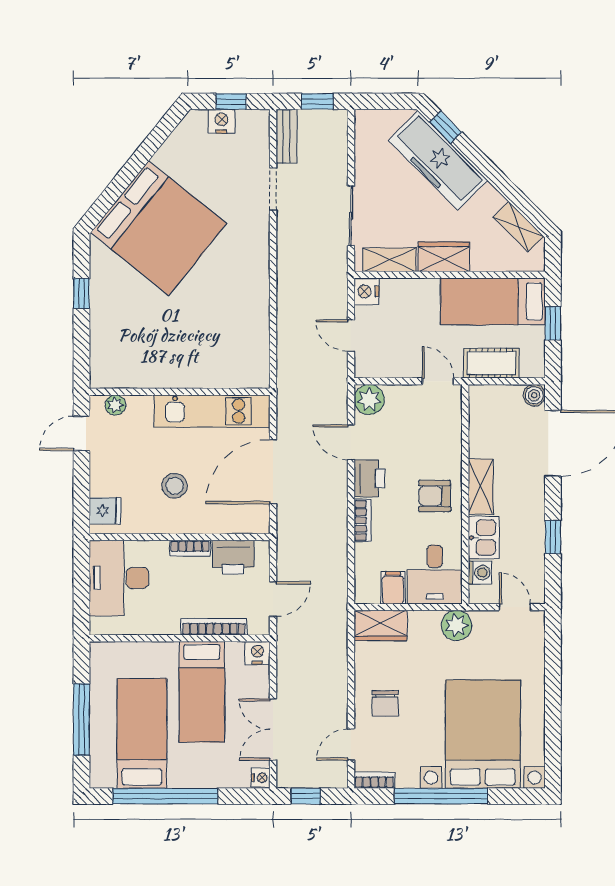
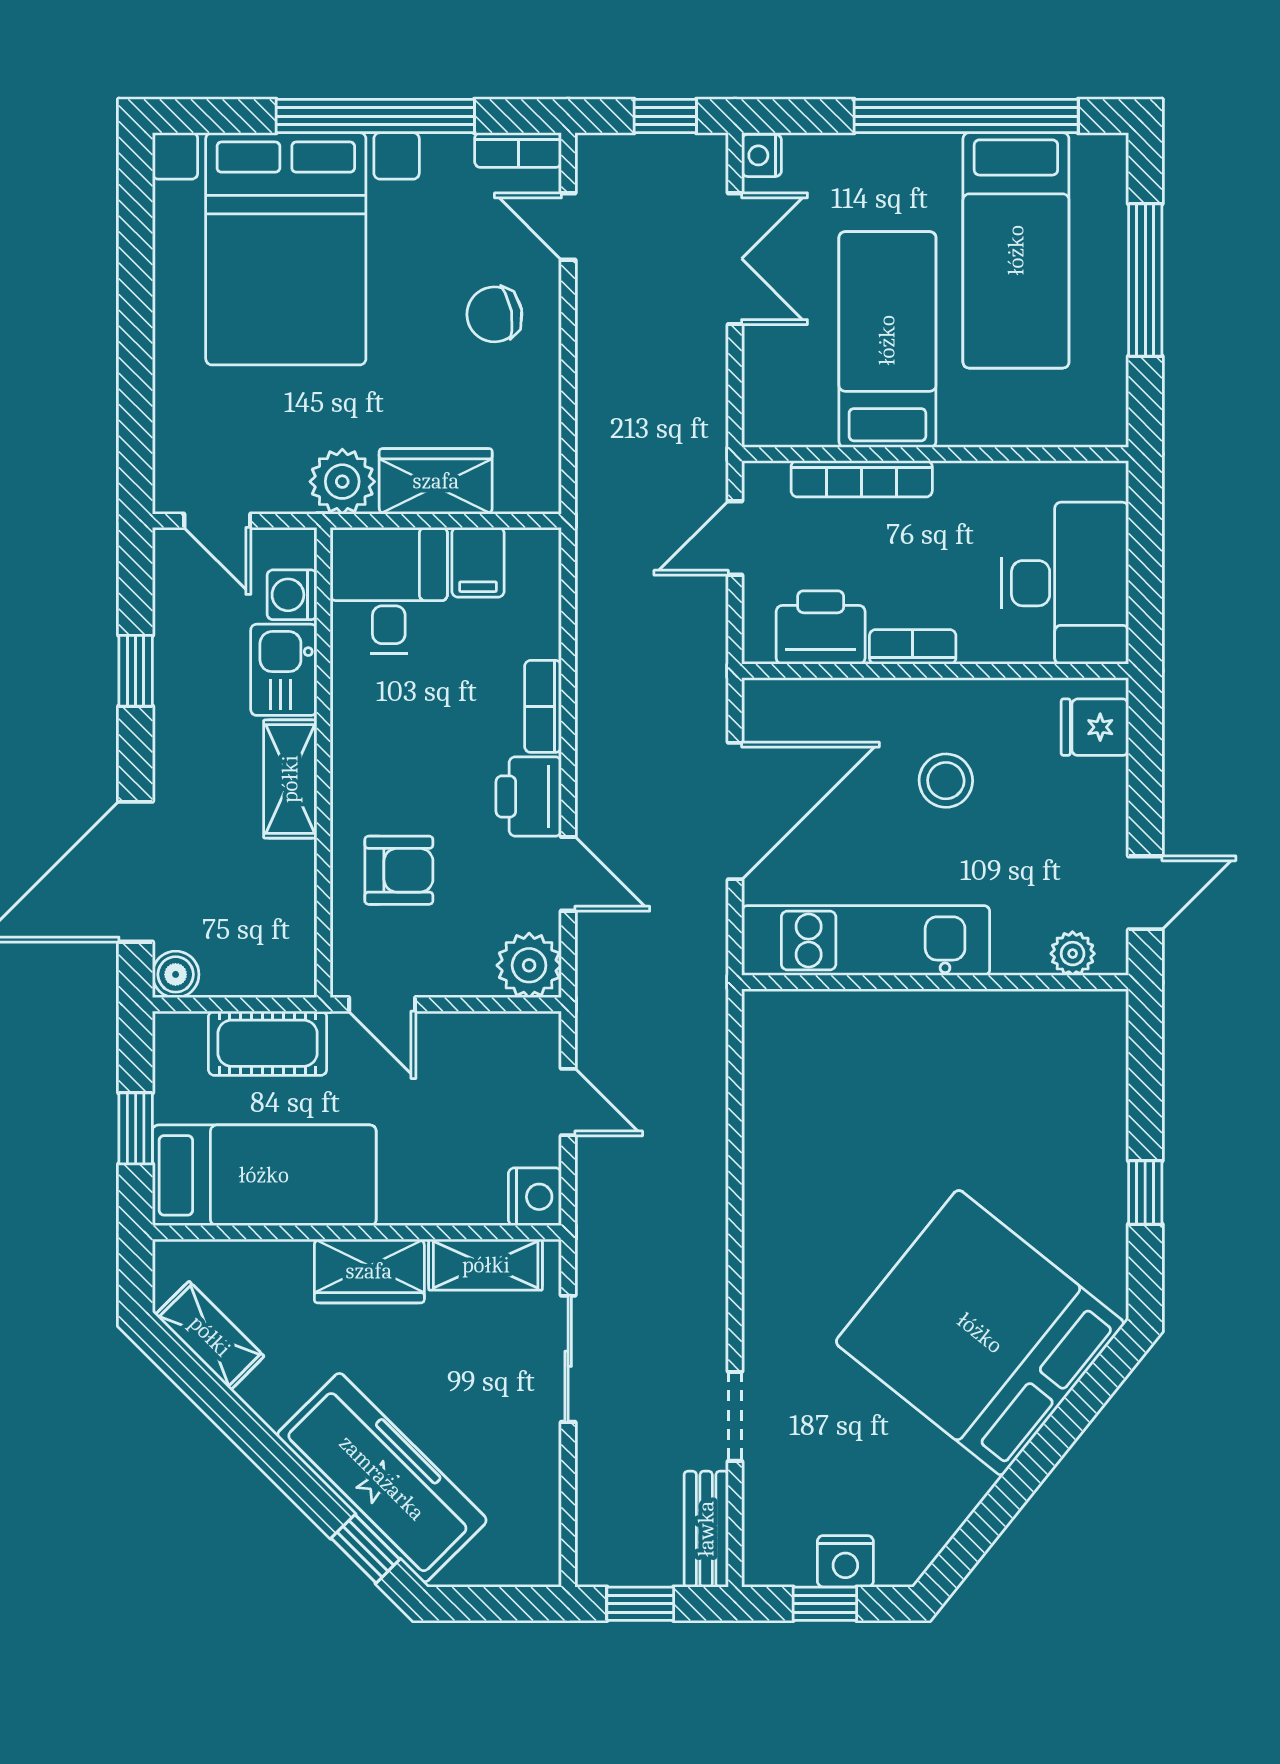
armchair: (435, 496) -> (399, 870), moved
wardrobe: (380, 626) -> (436, 481), moved
nightstand: (257, 653) -> (768, 423), removed
chair: (385, 703) -> (494, 314), turned -100
door: (351, 745) -> (568, 226), swing flipped

